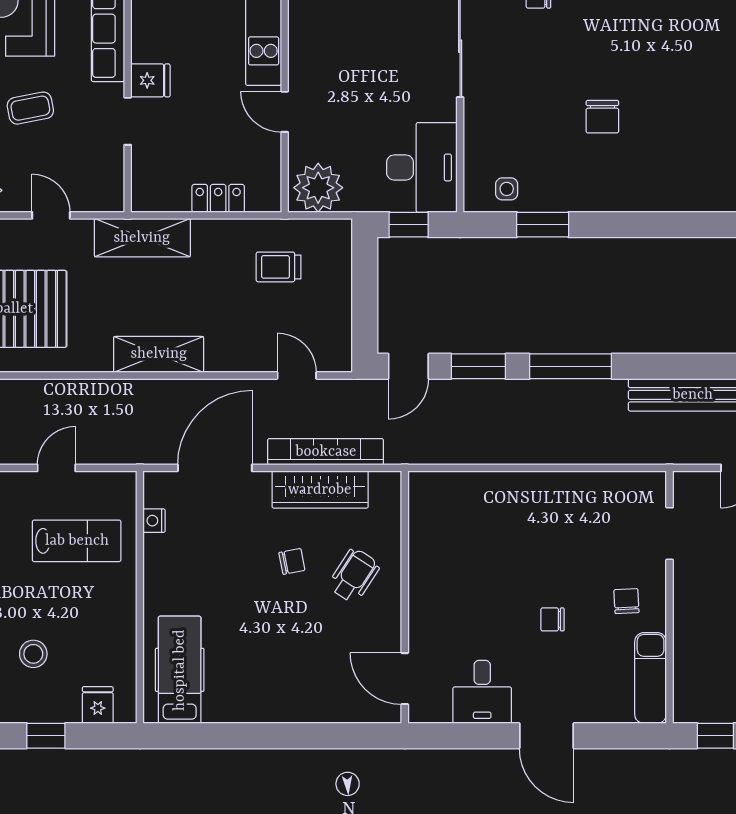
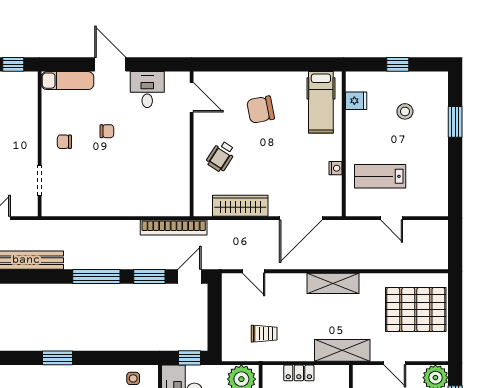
window: (543, 225) -> (57, 358), moved
bookcase: (326, 452) -> (174, 228), moved
door: (56, 468) -> (392, 218), hinge flipped
nightstand: (154, 521) -> (336, 168), moved
chair: (292, 561) -> (261, 110), moved, width x1.87, depth x1.87
chair: (626, 601) -> (64, 142), turned 93
exam couch: (651, 678) -> (67, 81), moved, turned 90
fridge: (98, 705) -> (356, 101), moved, turned -90

